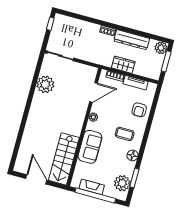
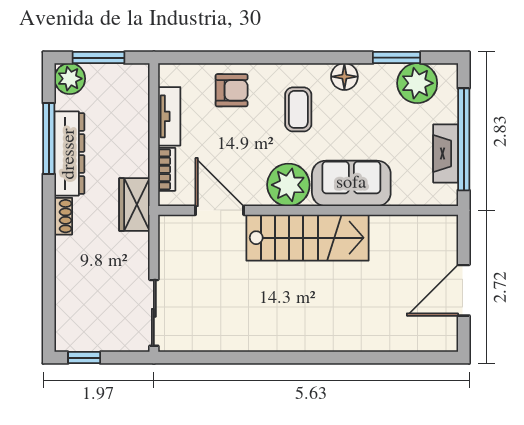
window: (140, 33) -> (49, 138), added
wardrobe: (123, 65) -> (134, 204), moved
plant: (45, 84) -> (232, 330), removed
plant: (93, 117) -> (288, 185), width x1.88, depth x1.88
stairs: (64, 159) -> (307, 238), moved

